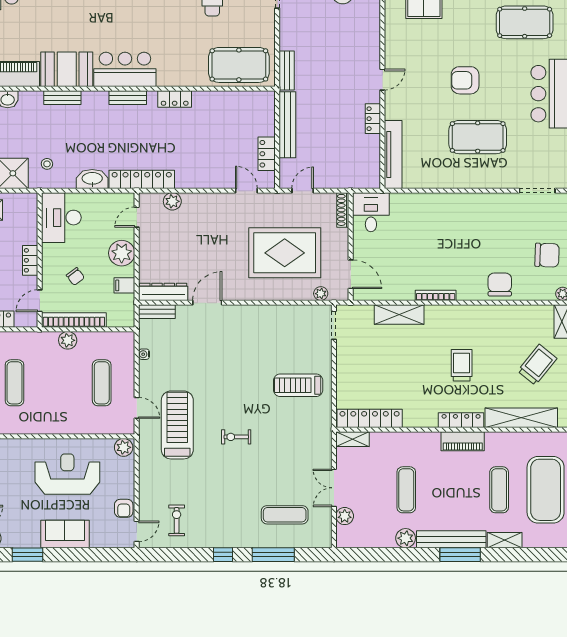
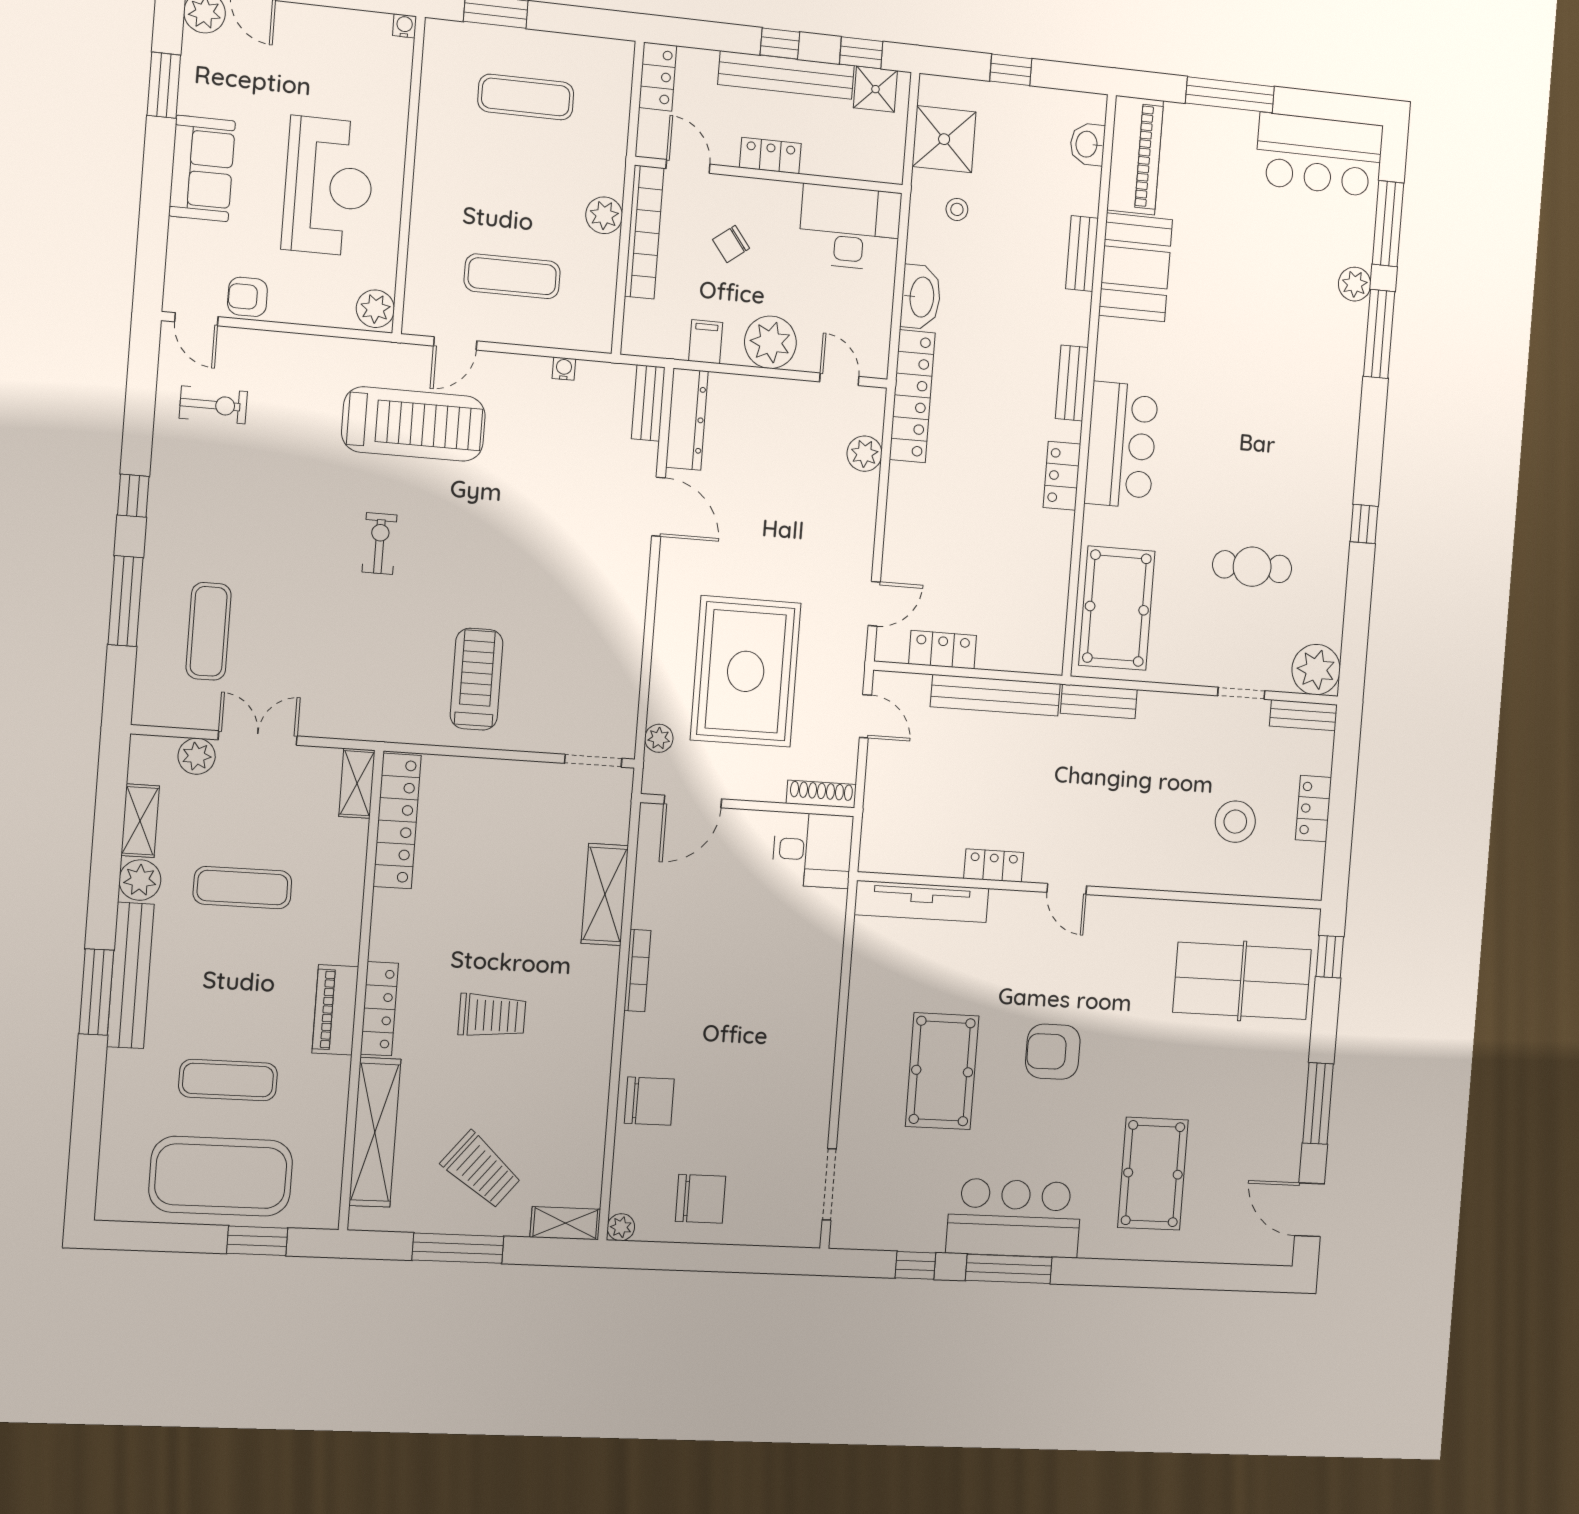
bar counter: (125, 69) -> (1121, 445), moved
armchair: (465, 80) -> (1053, 1052), turned -90
chair: (547, 255) -> (701, 1199), turned -92
shelving: (505, 540) -> (140, 821), moved

